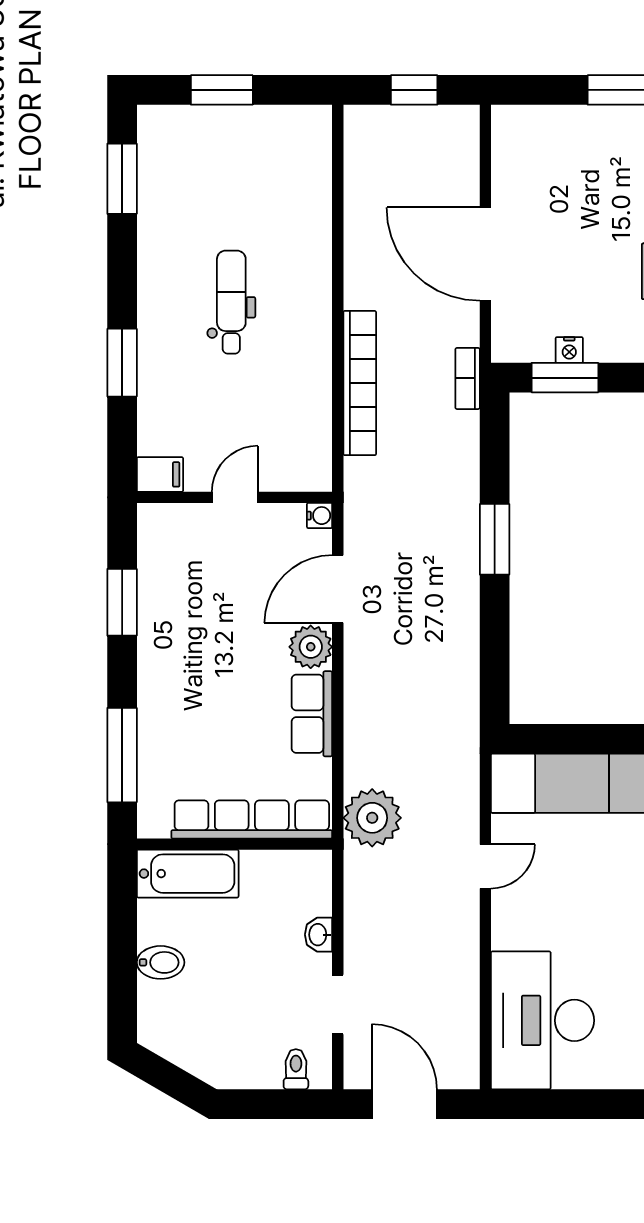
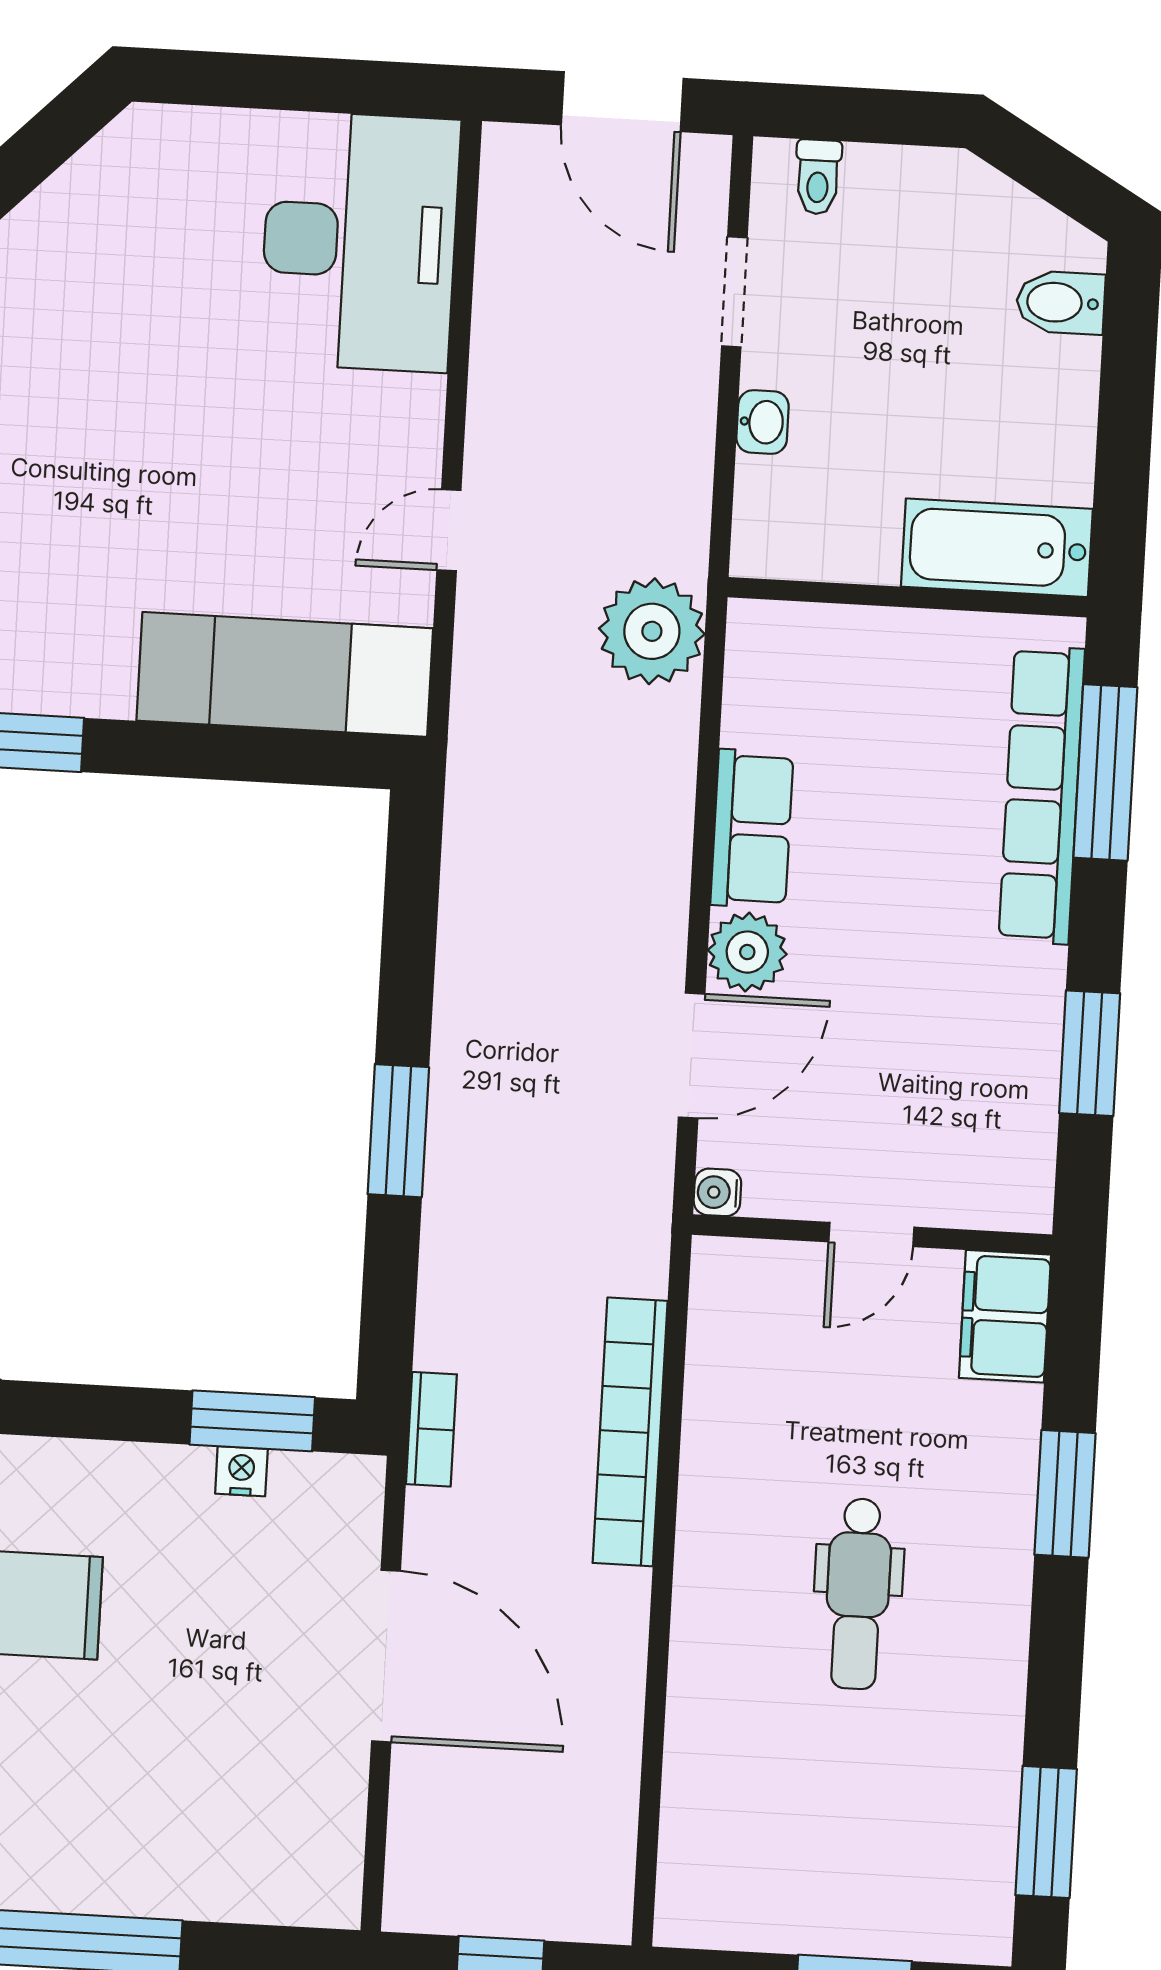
filing cabinet: (160, 474) -> (1005, 1316), width x2.00
row of seats: (252, 819) -> (1042, 795), moved, turned 90
bidet: (161, 962) -> (1061, 302), moved

